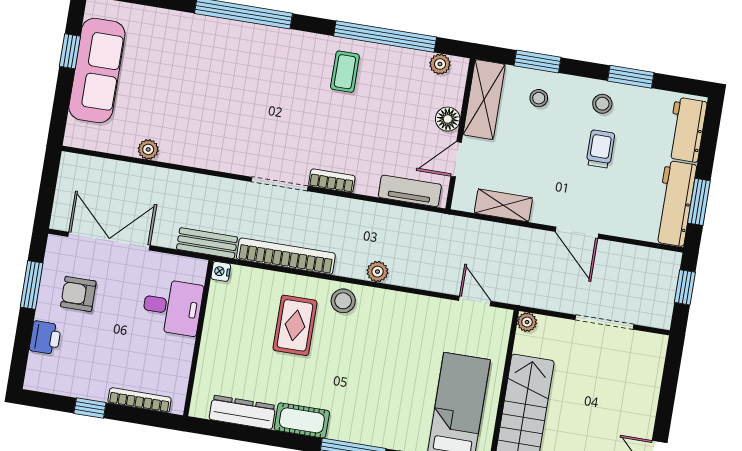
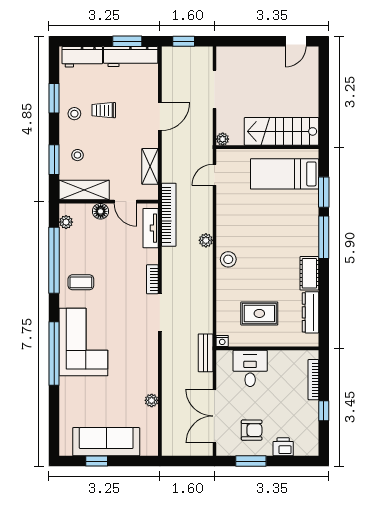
corner sofa: (254, 61) -> (83, 342), added
bookcase: (286, 256) -> (169, 215), moved, turned 180
armchair: (78, 294) -> (252, 430), turned -90
rug: (295, 325) -> (259, 313), moved

